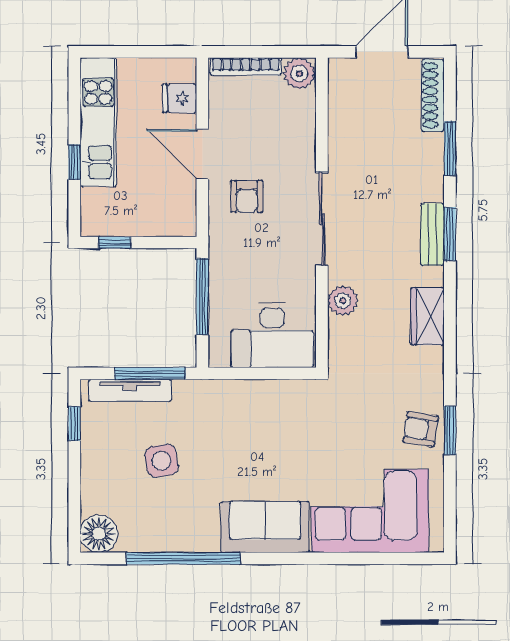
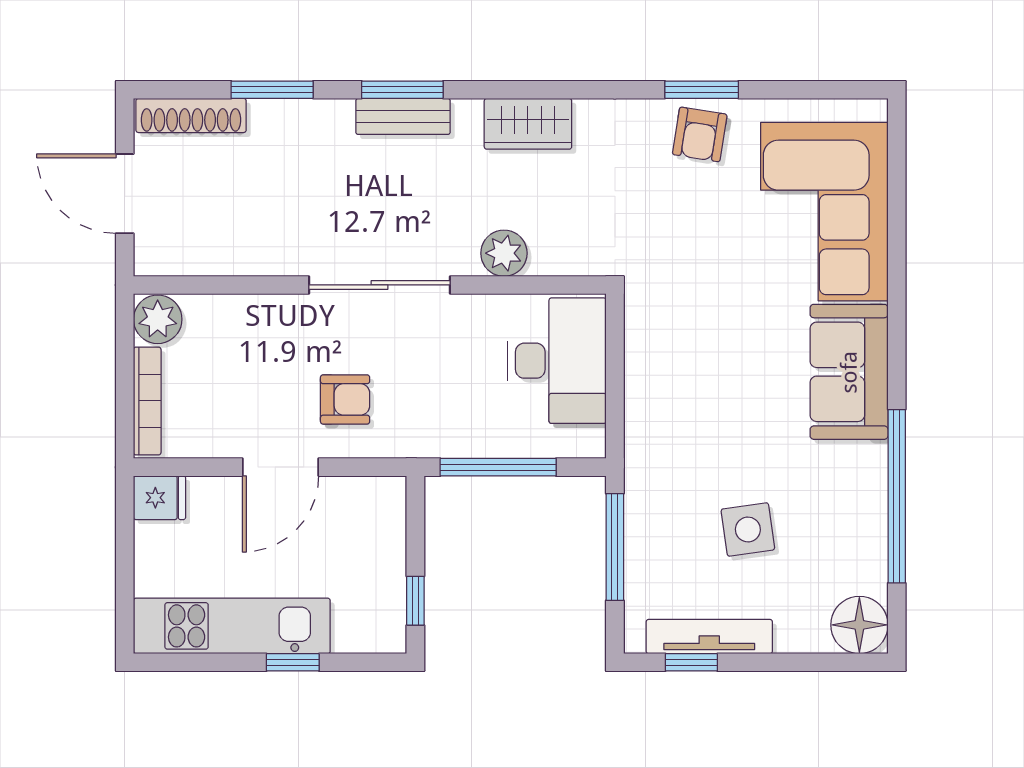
fridge: (180, 98) -> (160, 498), moved, turned -90
tv unit: (130, 390) -> (709, 637), moved, turned -90

